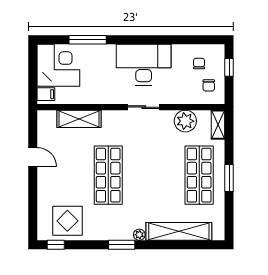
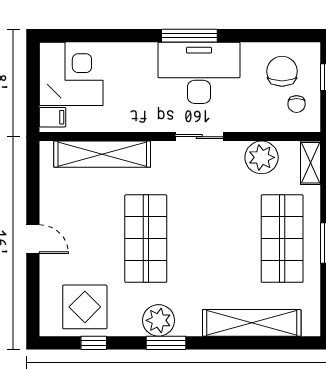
window: (88, 40) -> (189, 36), moved
chair: (199, 64) -> (282, 71), width x1.87, depth x1.87
shelving: (79, 119) -> (102, 154), width x1.47
door: (33, 157) -> (33, 239), moved
plant: (139, 235) -> (159, 320), moved, width x1.88, depth x1.88
window: (56, 245) -> (94, 343), moved

